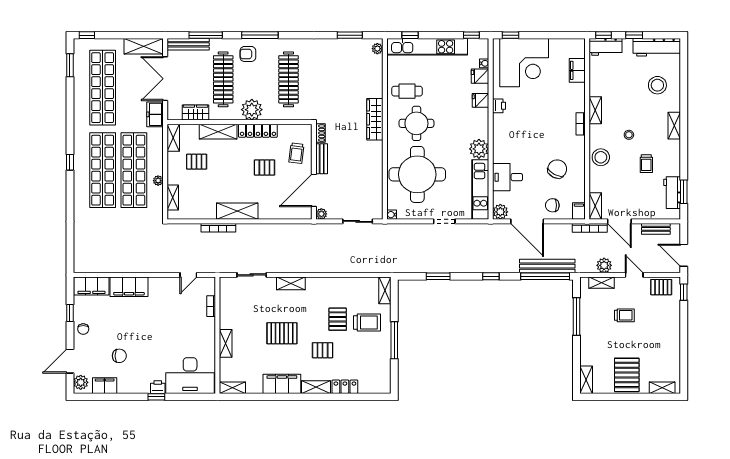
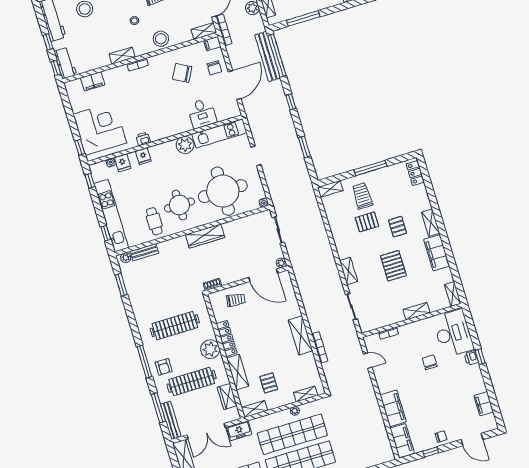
wardrobe: (375, 119) -> (205, 236), moved
bench: (322, 159) -> (144, 252), moved
pallet: (264, 167) -> (256, 323), removed
plant: (500, 212) -> (233, 111), removed
chair: (119, 356) -> (430, 362), moved
plant: (81, 382) -> (487, 425), removed
locker: (345, 387) -> (415, 173), moved

